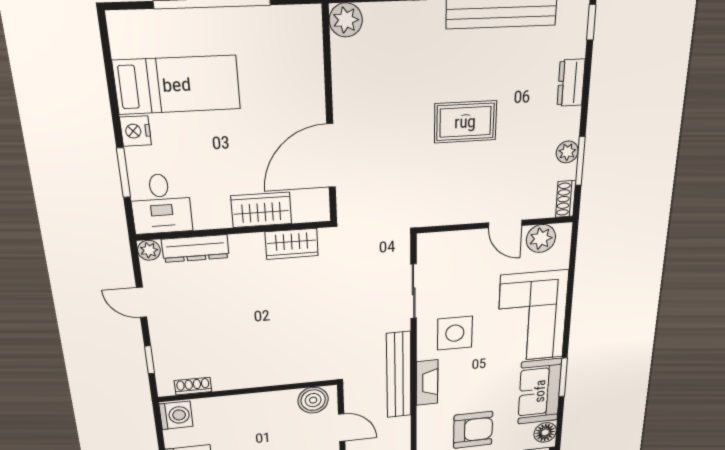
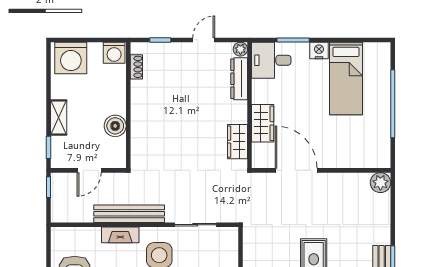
boiler: (313, 400) -> (115, 126), moved

